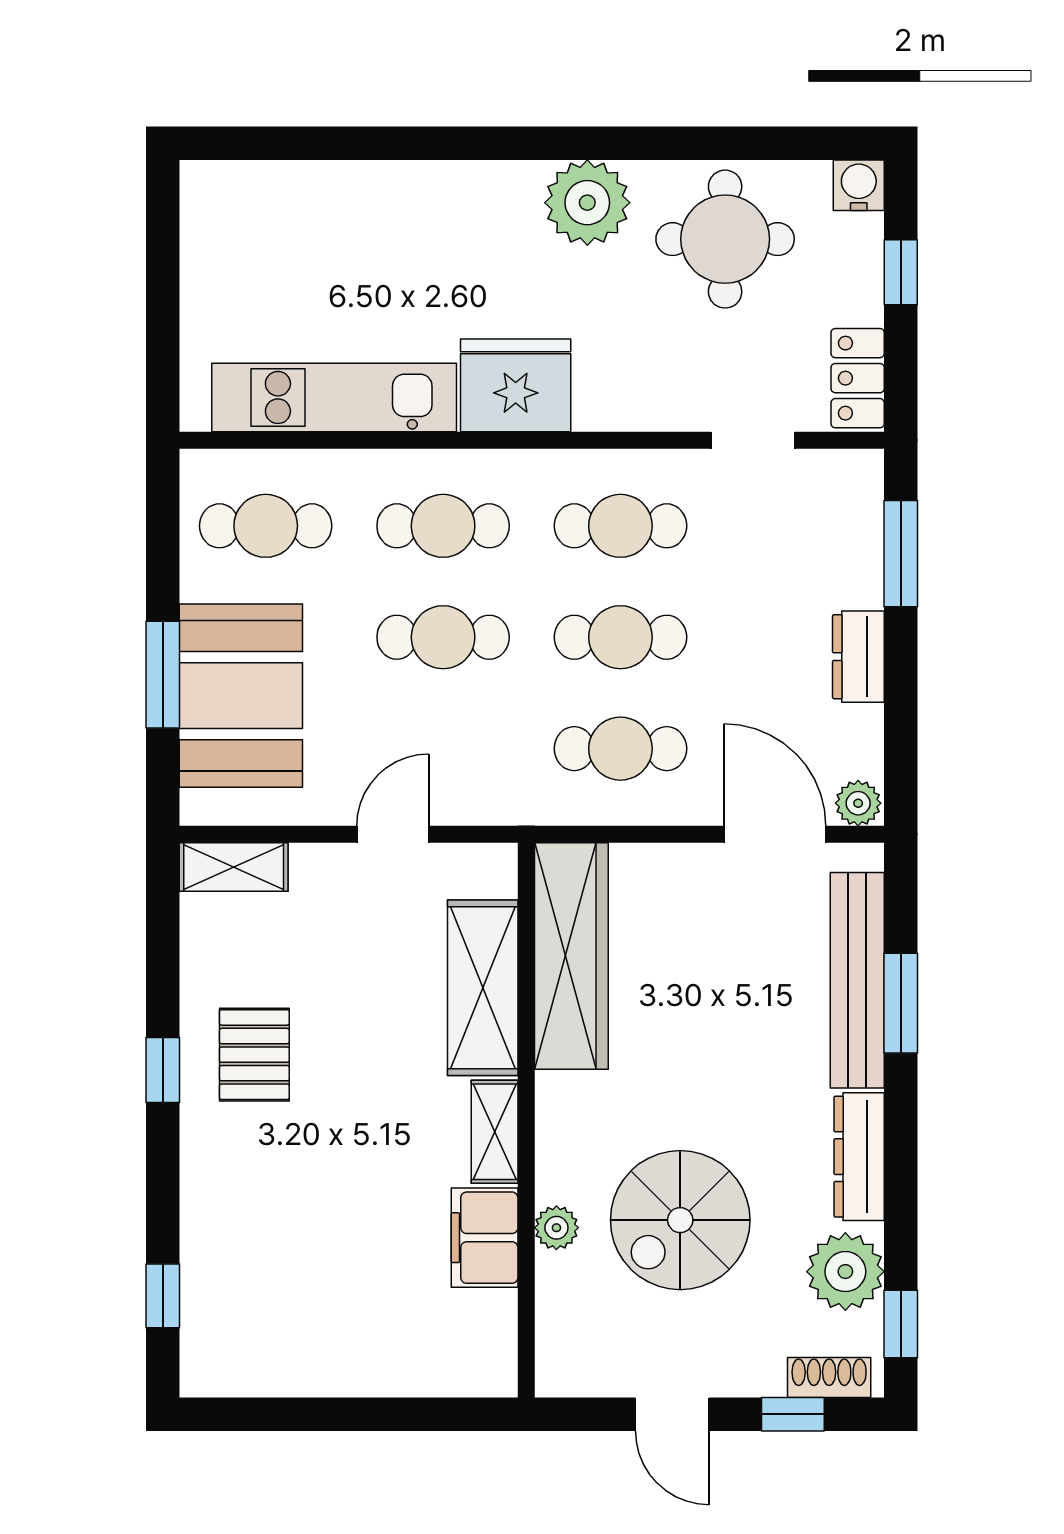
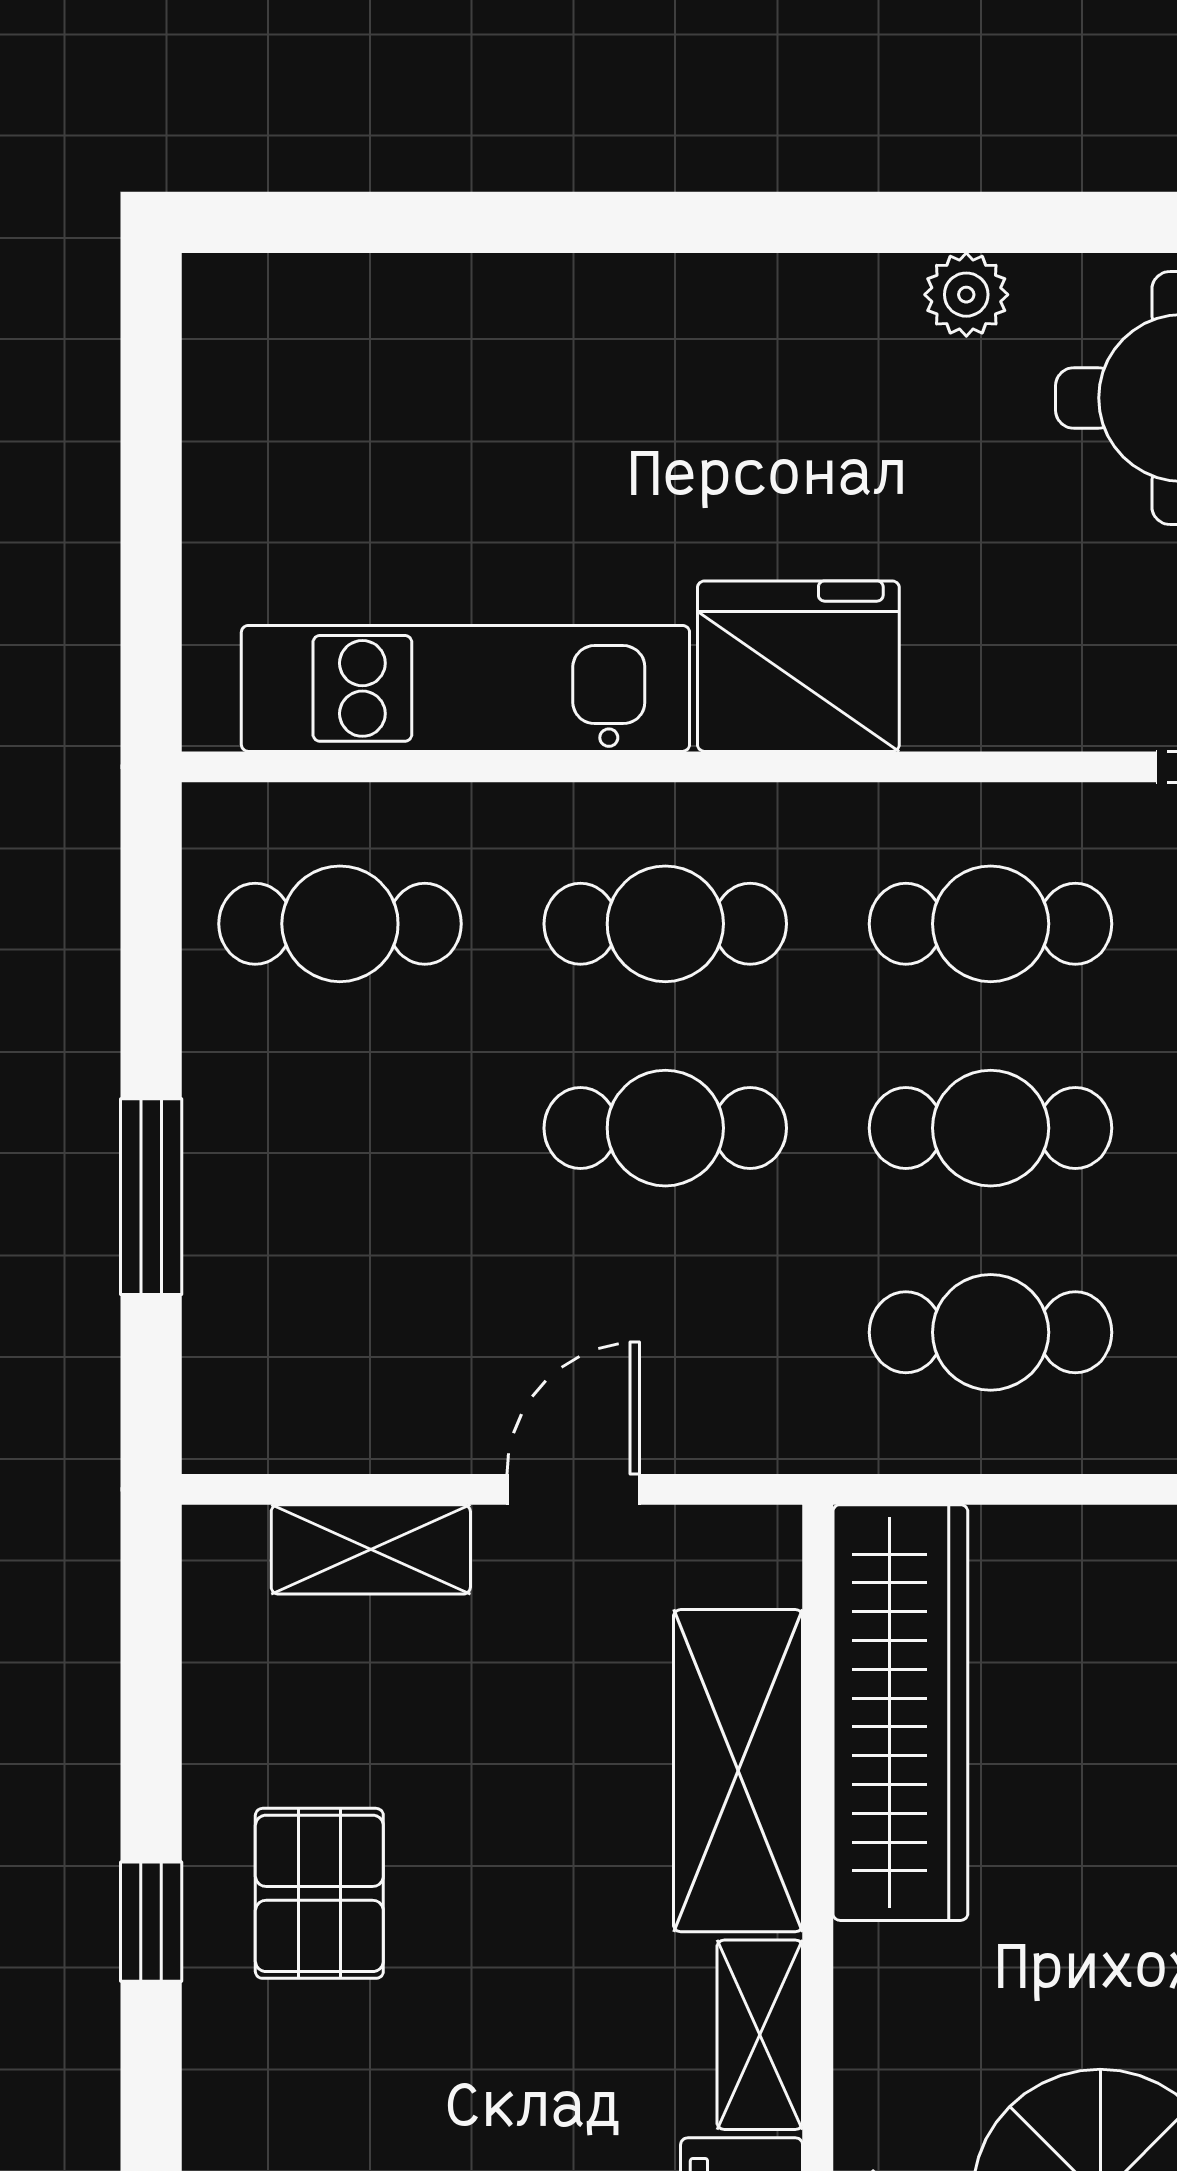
plant: (587, 203) -> (966, 295), width x0.53, depth x0.53
booth: (241, 696) -> (295, 1235), removed
shelving: (234, 867) -> (371, 1549), moved

